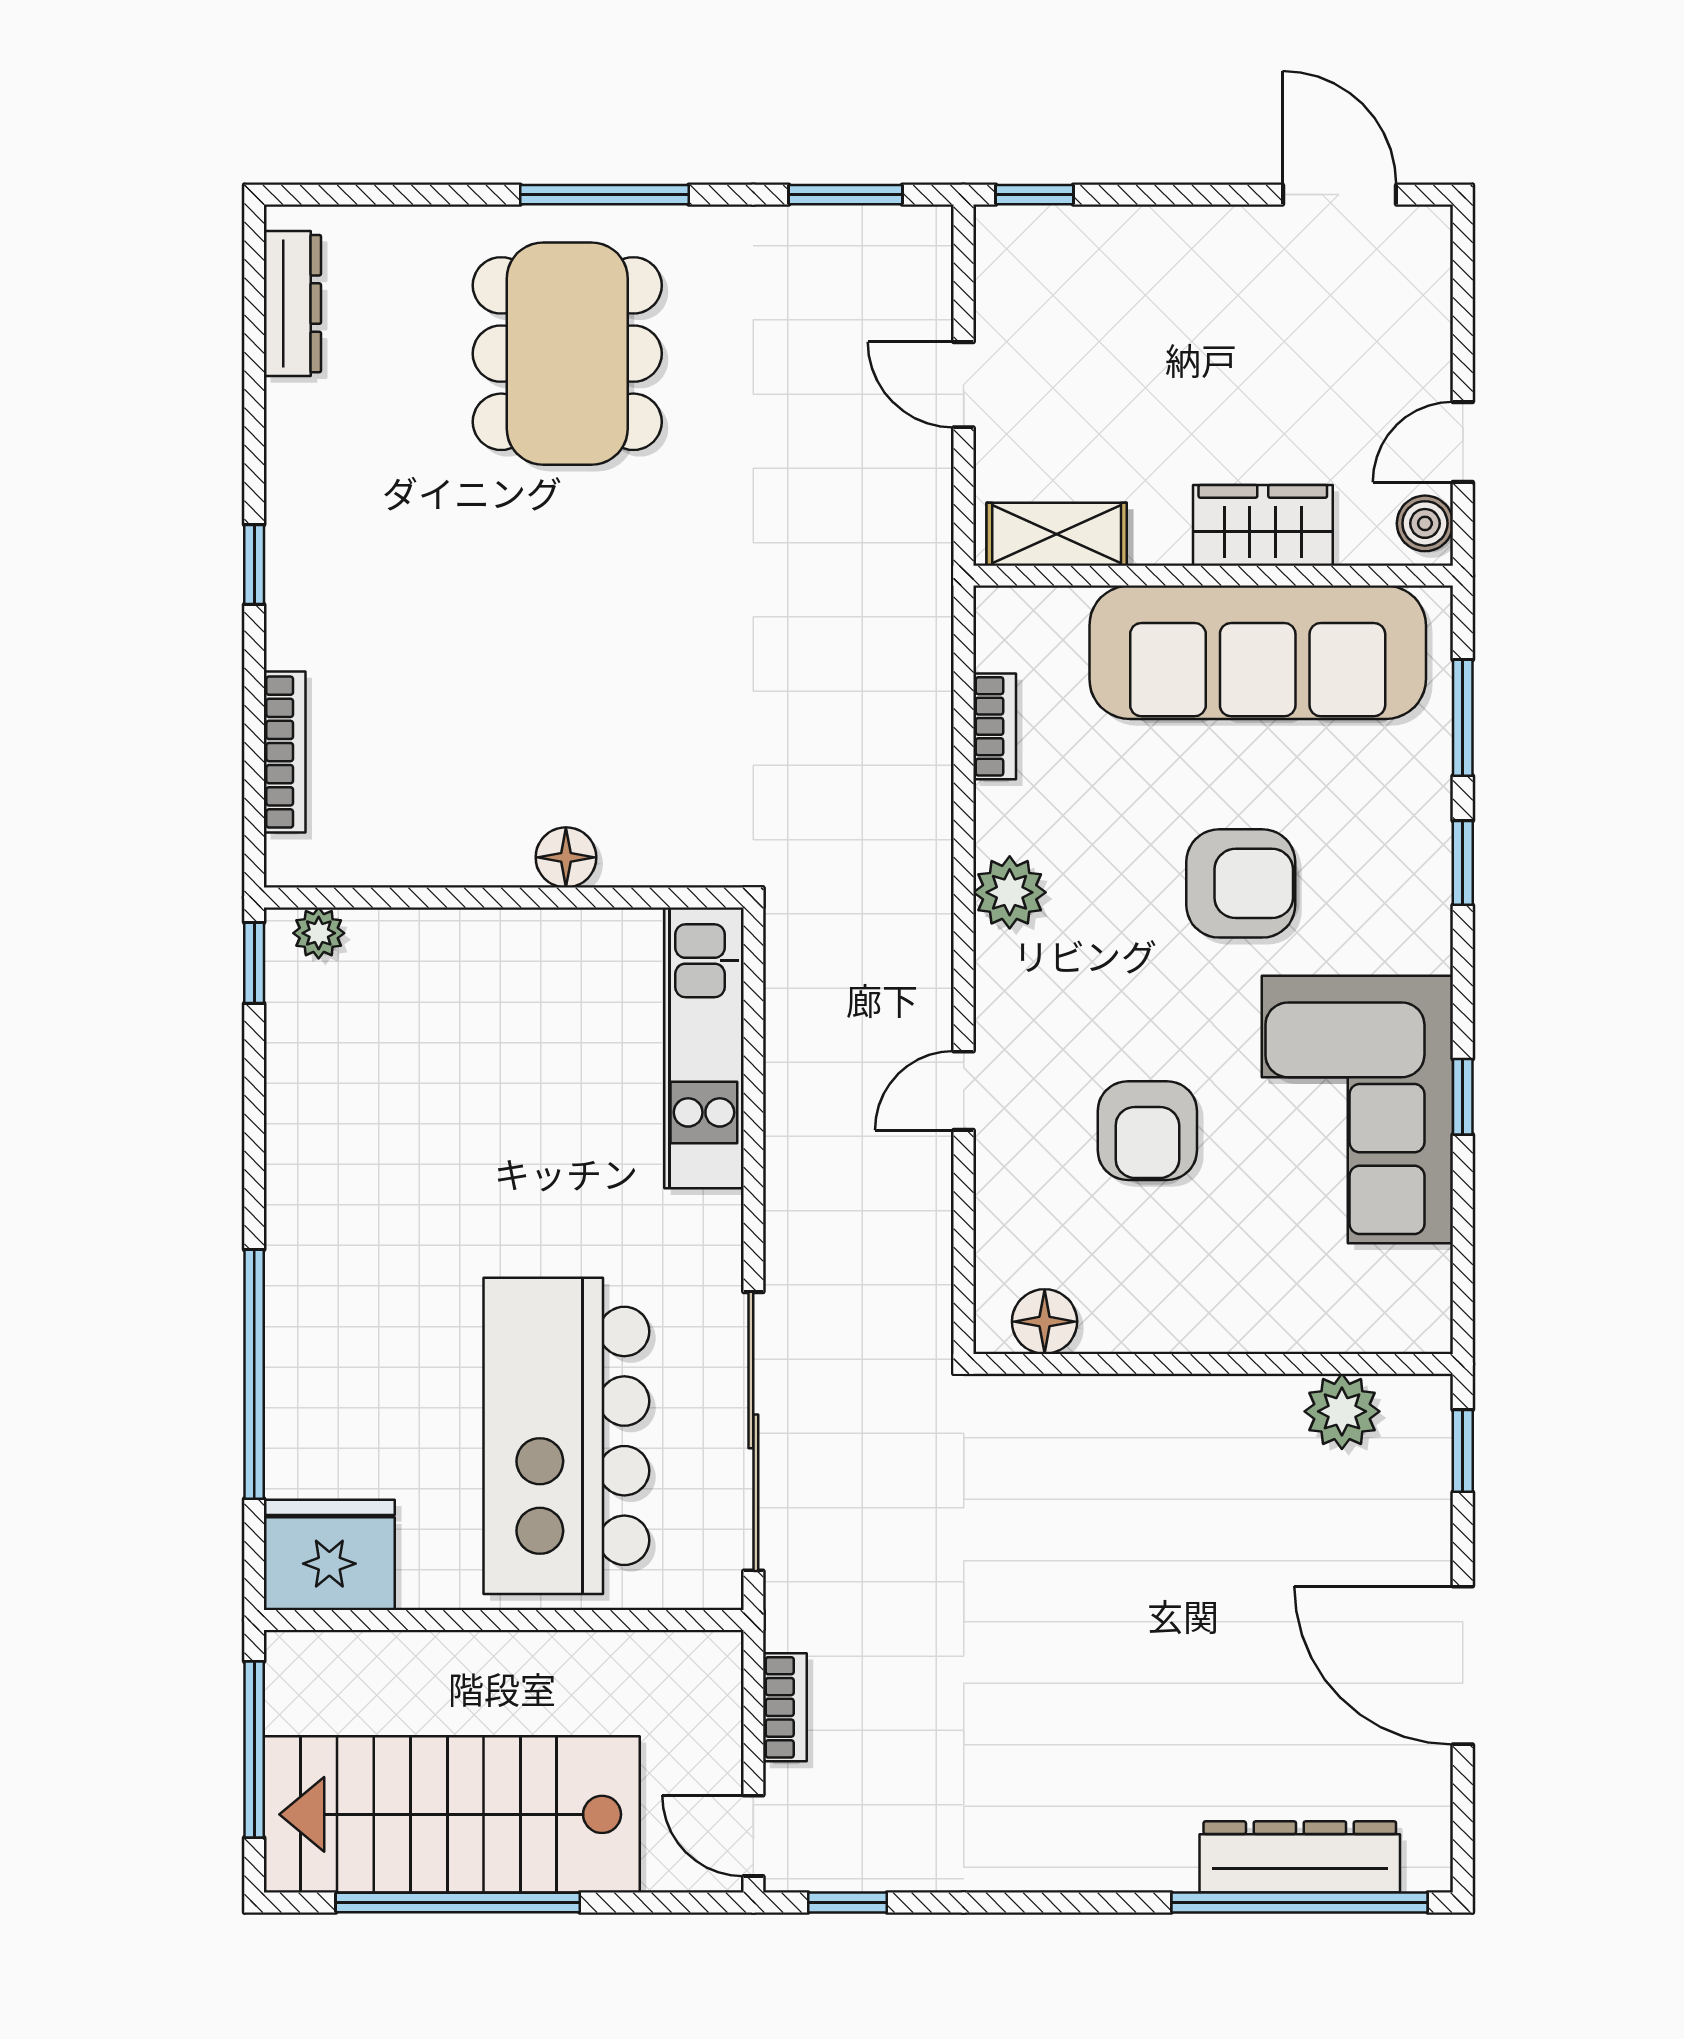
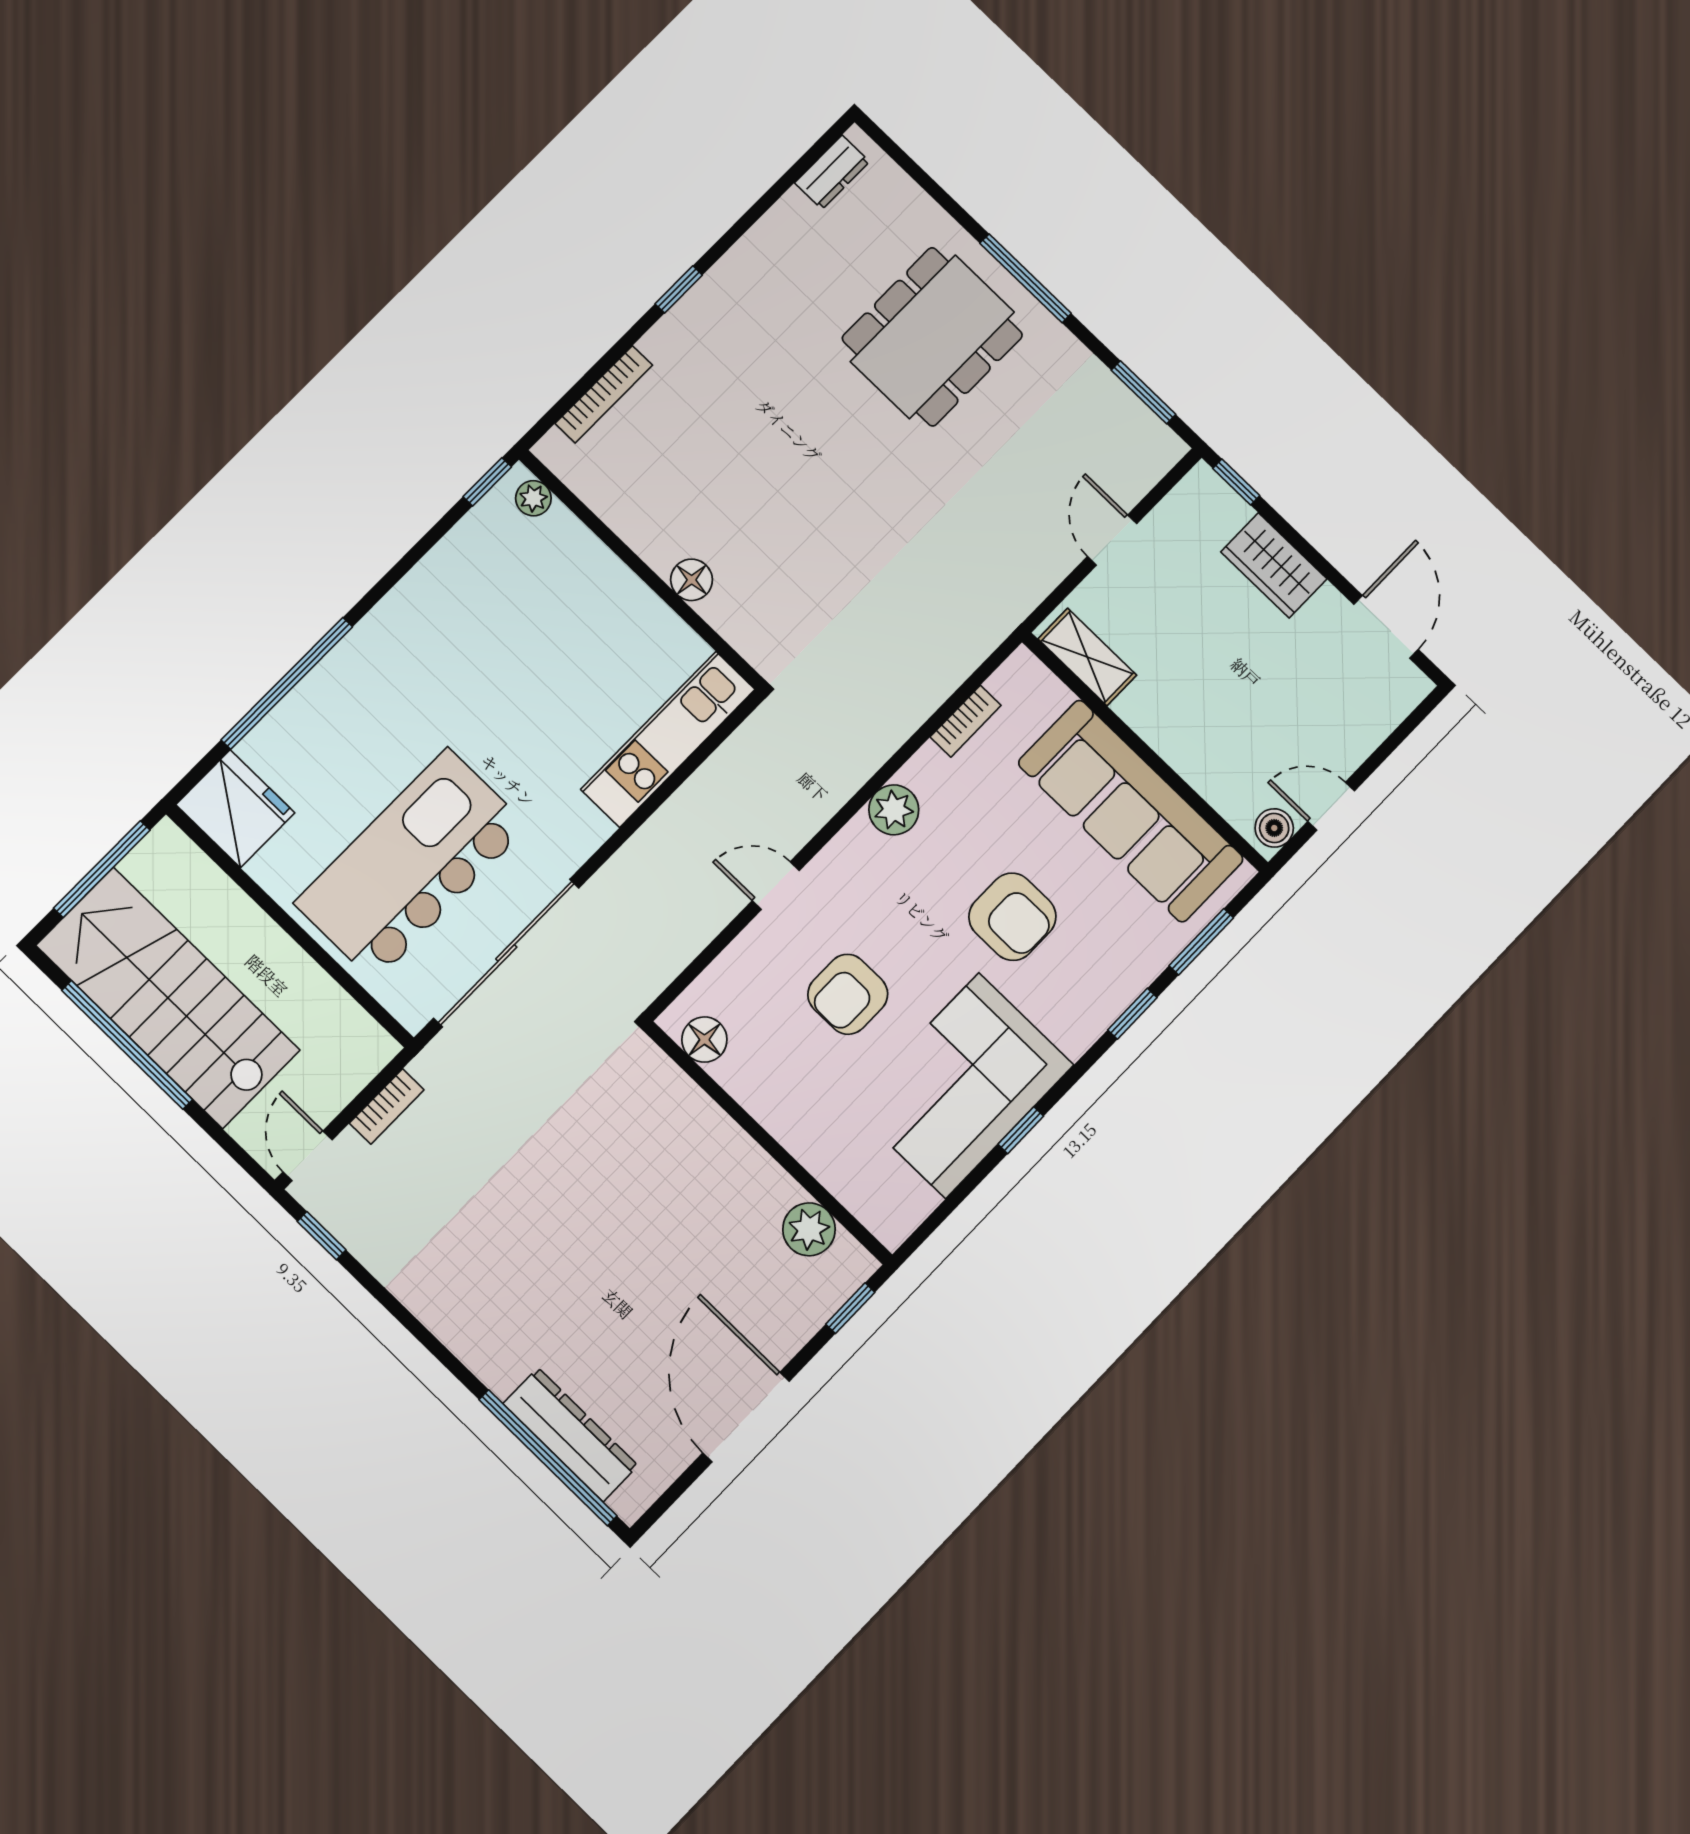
dresser: (292, 304) -> (832, 172), width x0.70
wardrobe: (1263, 525) -> (1274, 565), moved, turned 180

